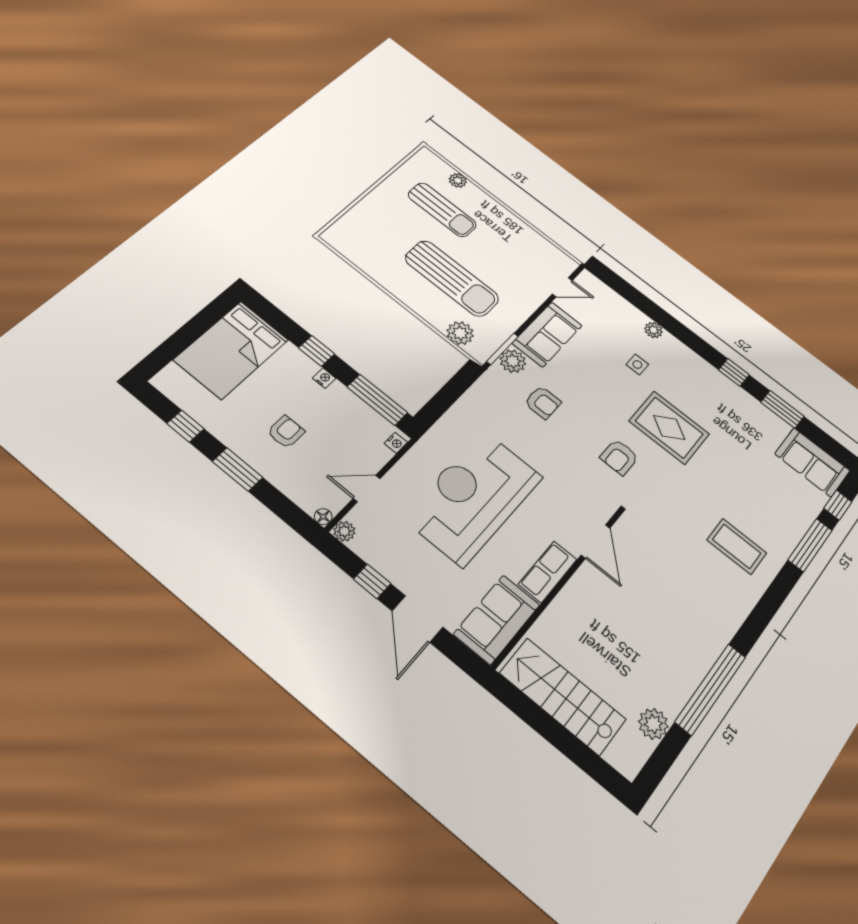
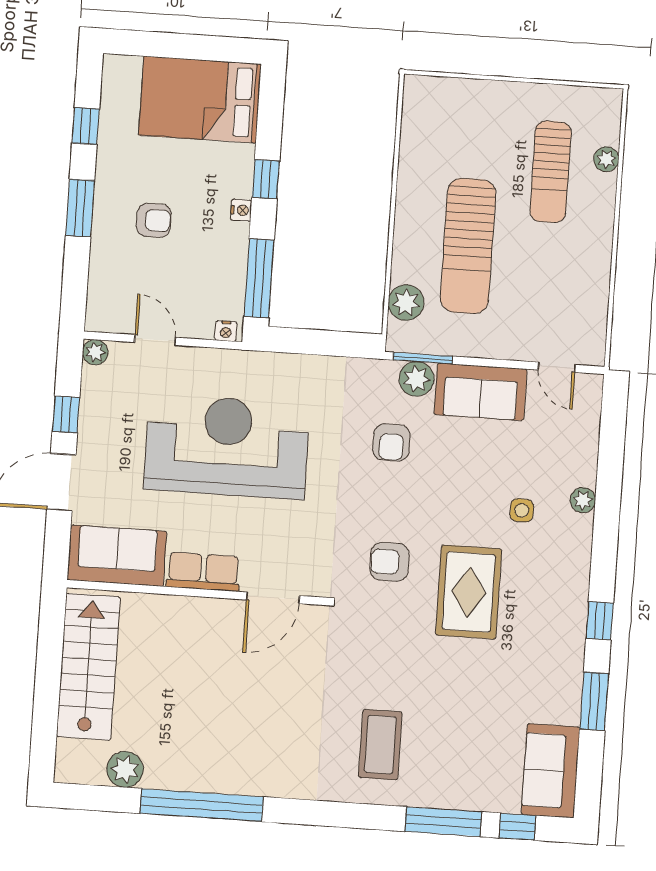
floor lamp: (323, 517) -> (95, 322), removed

